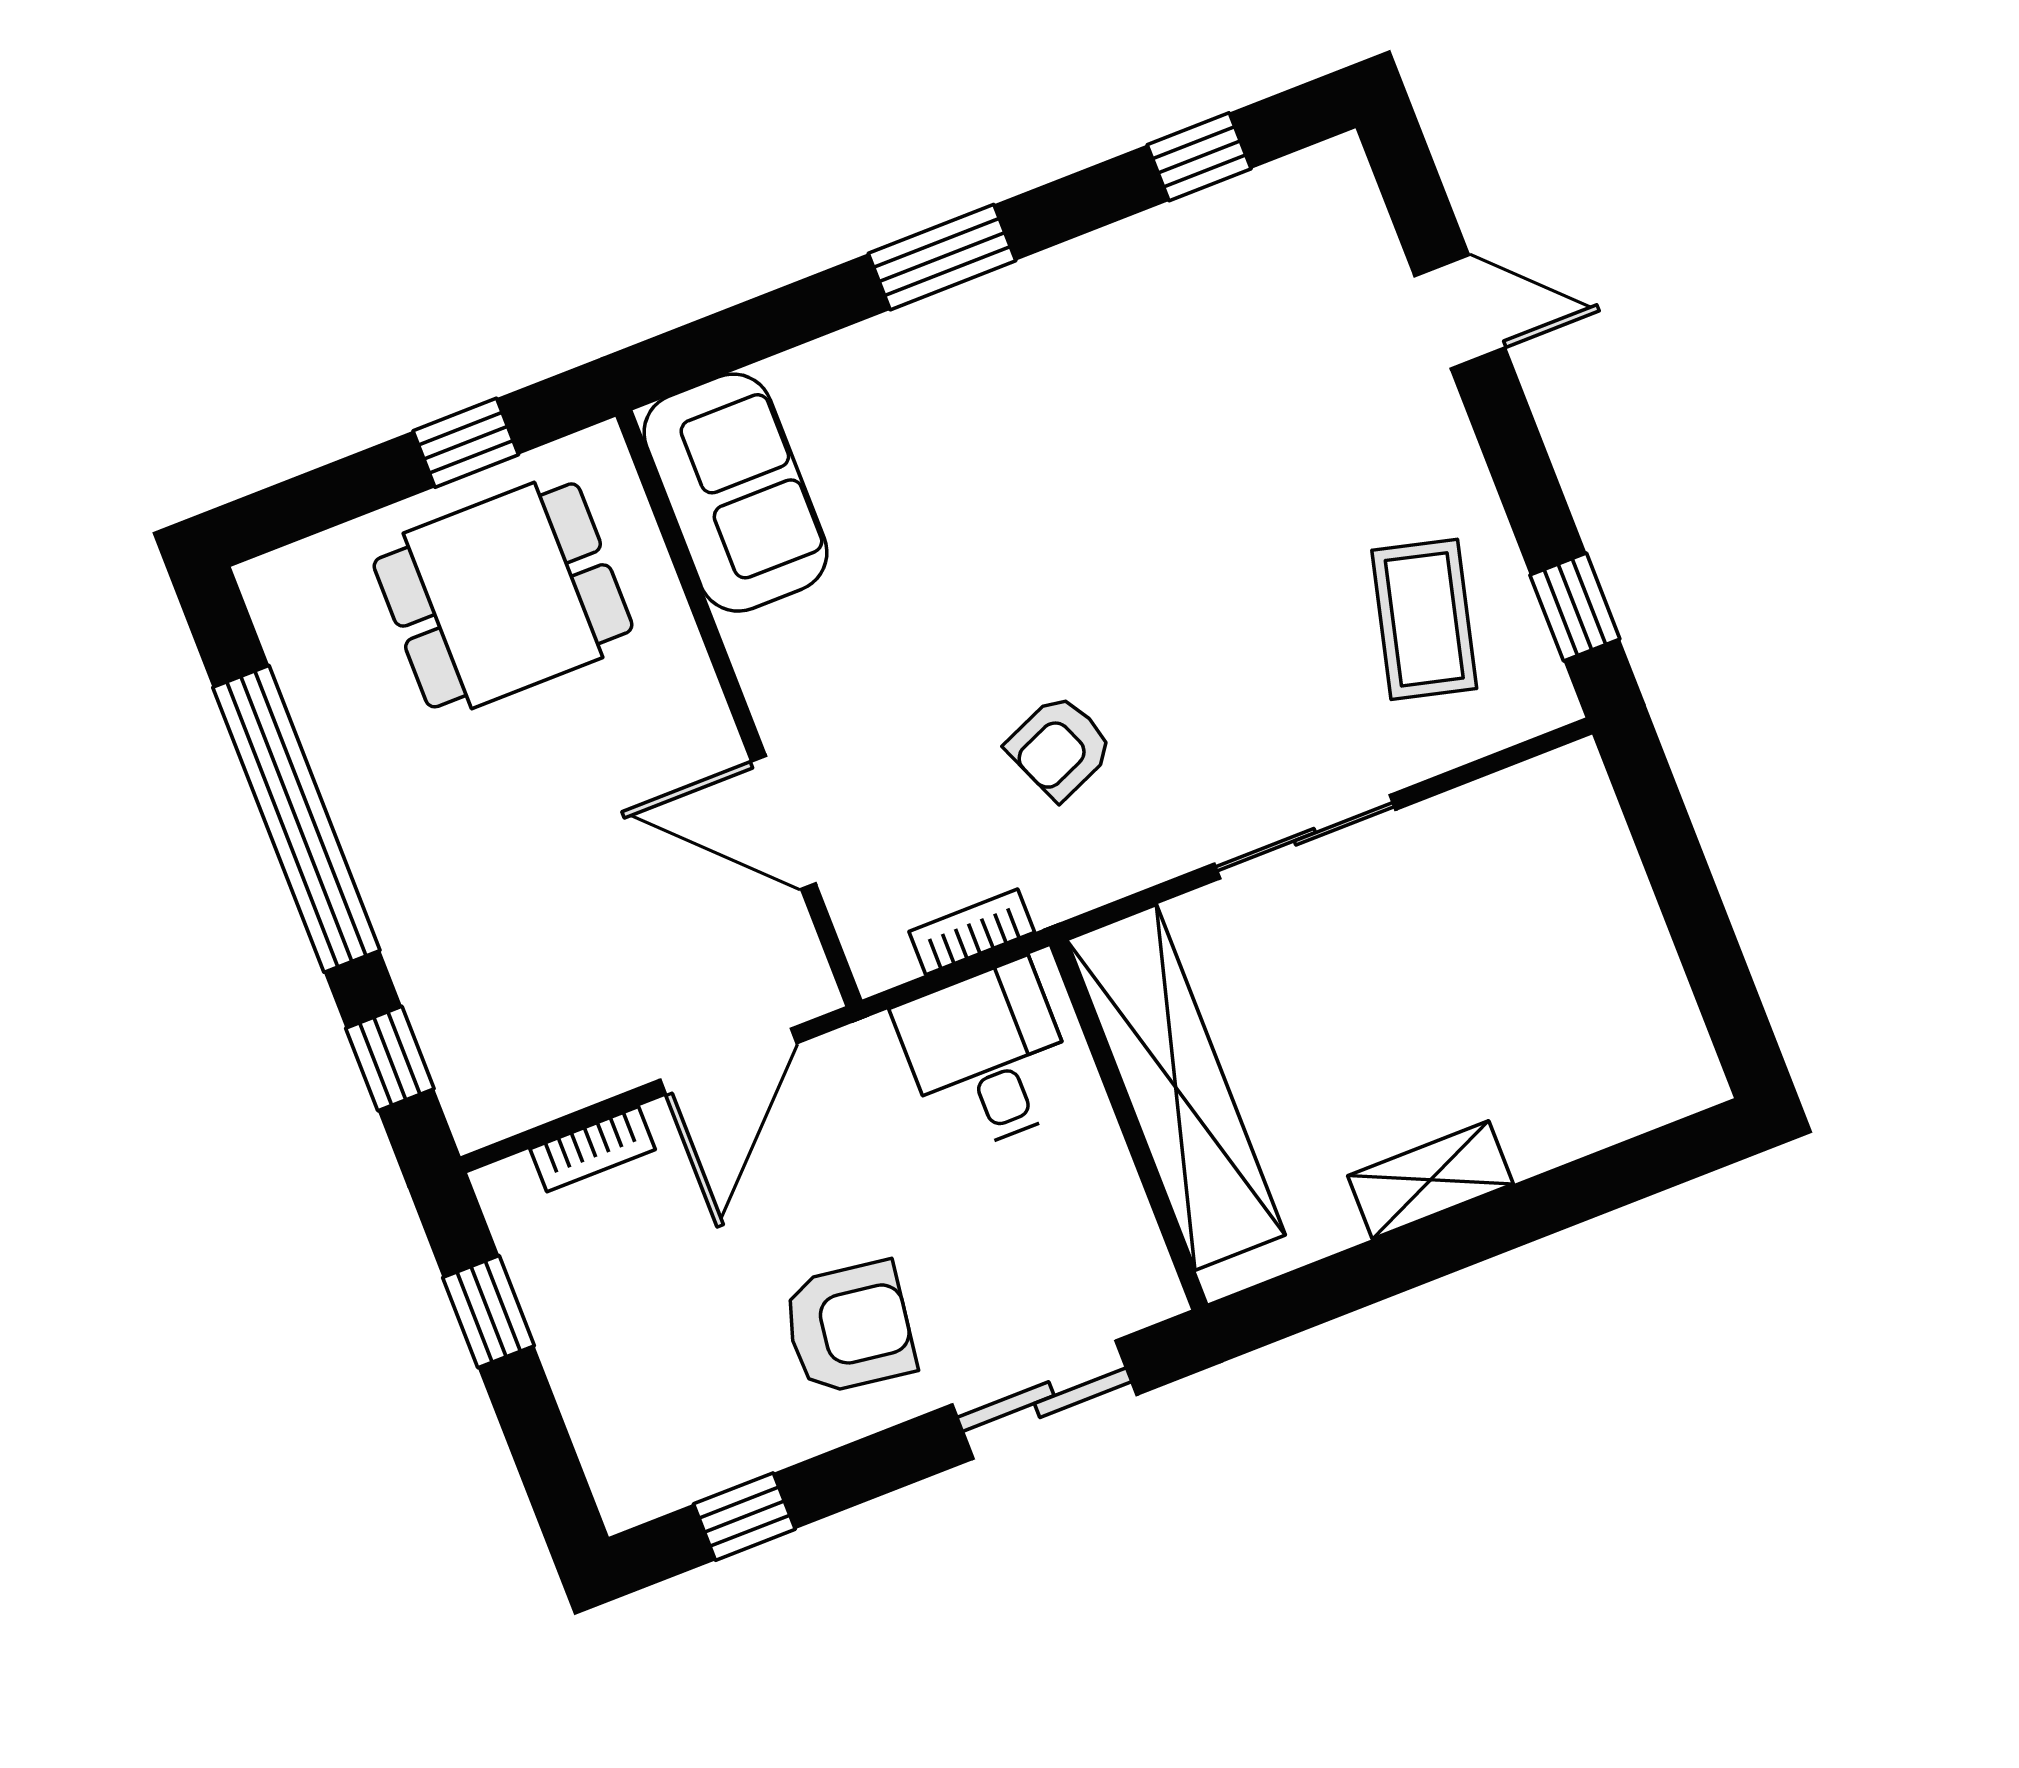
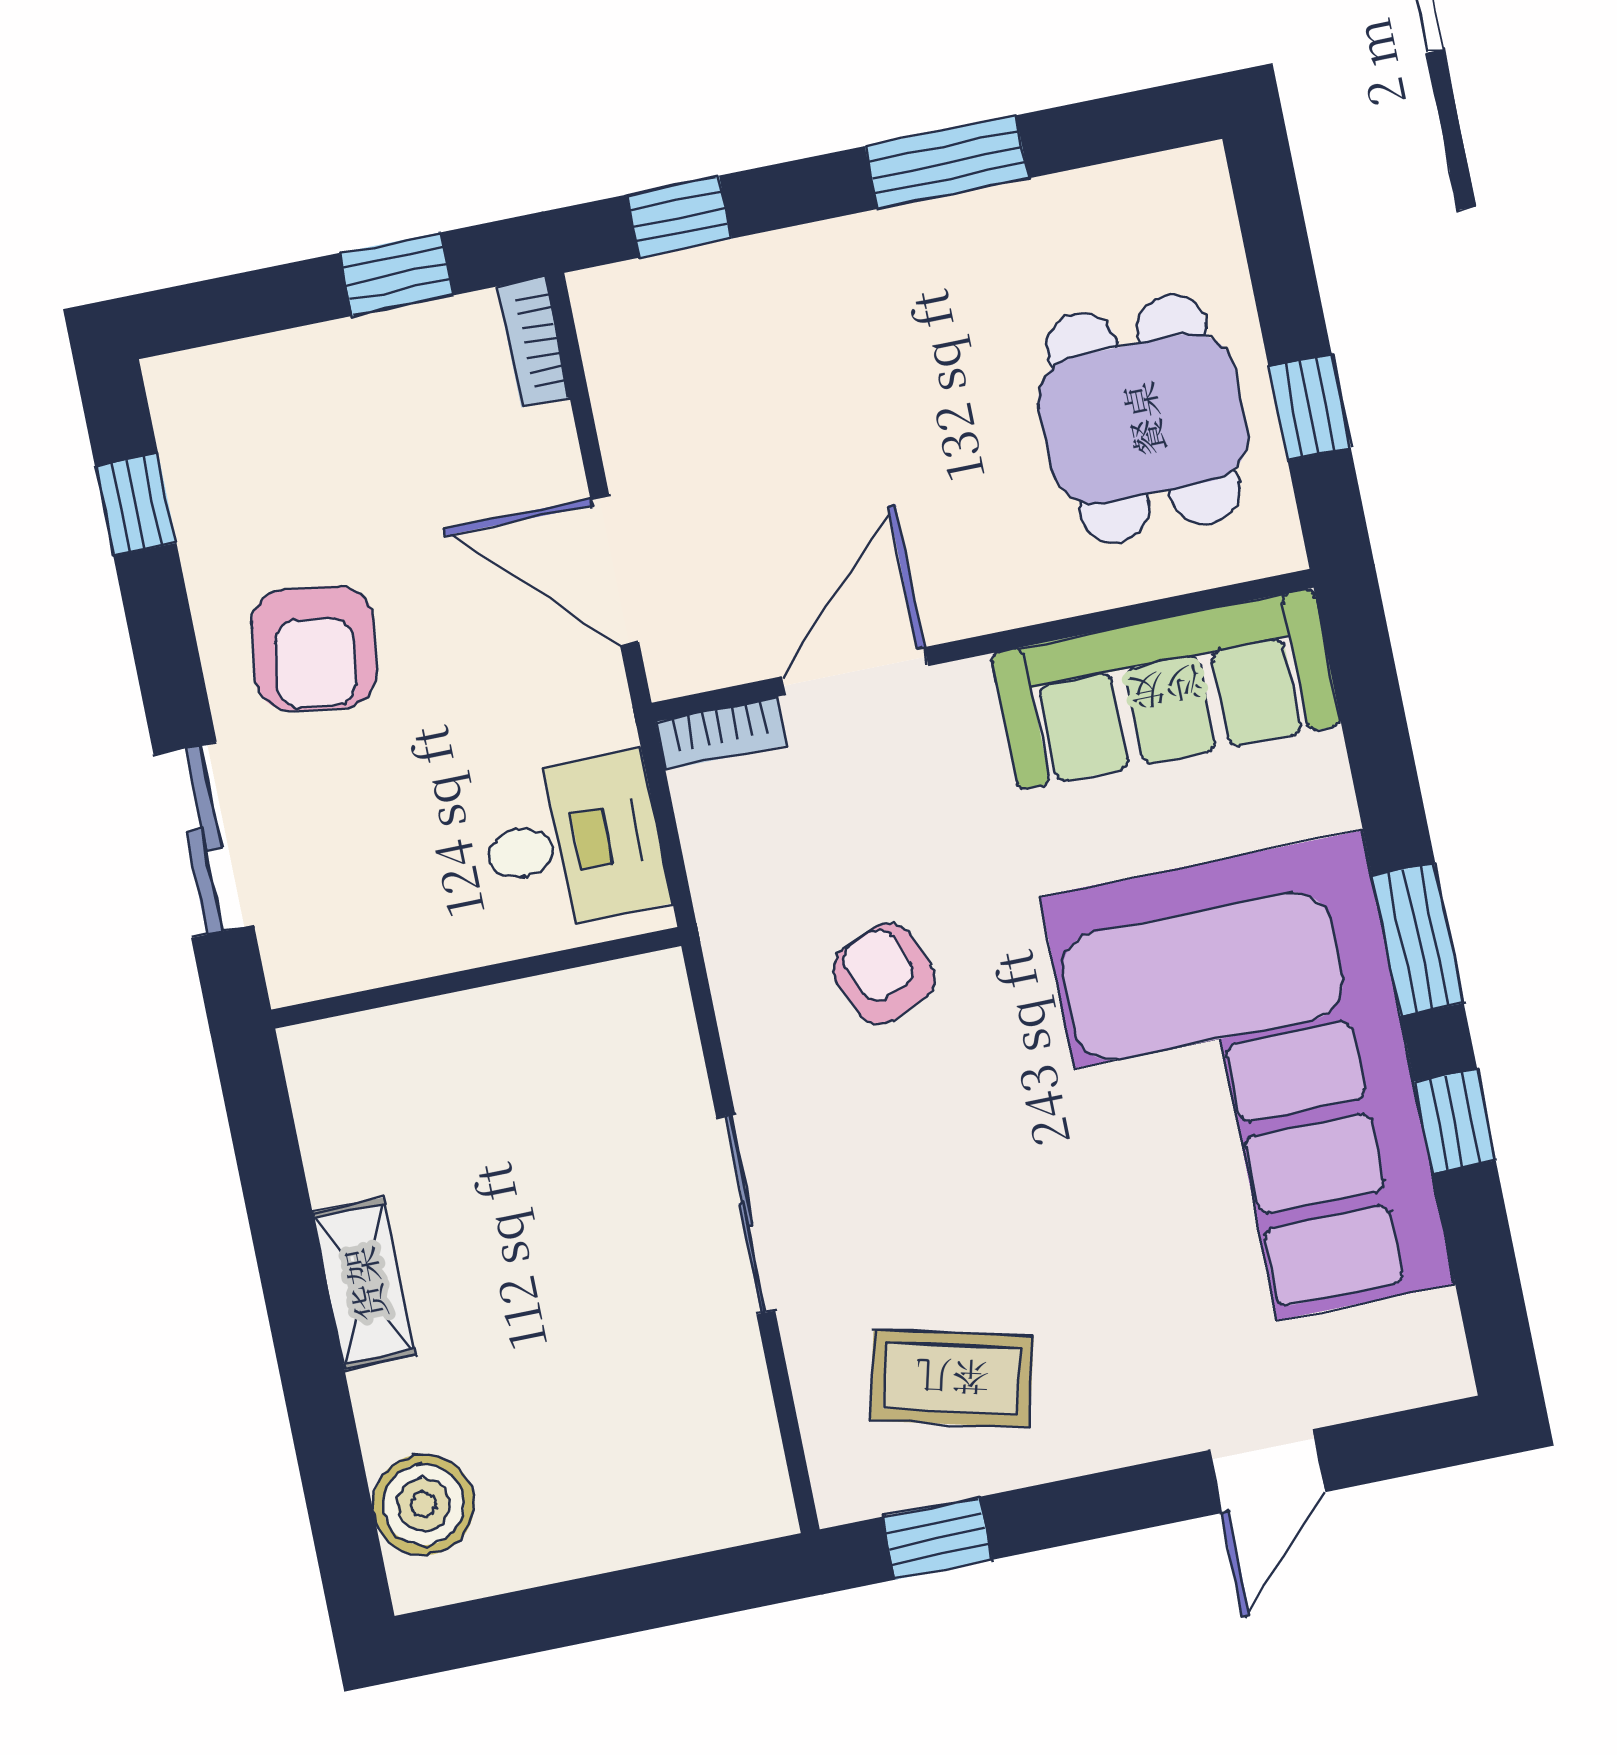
window: (1199, 157) -> (1455, 1121), moved
corner sofa: (1109, 391) -> (1247, 1090), added
sofa: (735, 493) -> (1166, 689), width x1.36
window: (296, 819) -> (947, 162), width x0.47
bookcase: (972, 932) -> (721, 734), moved, turned 90
shelving: (1176, 1087) -> (507, 1034), removed
boiler: (1626, 1089) -> (424, 1505), added
bookcase: (593, 1149) -> (533, 342), moved

